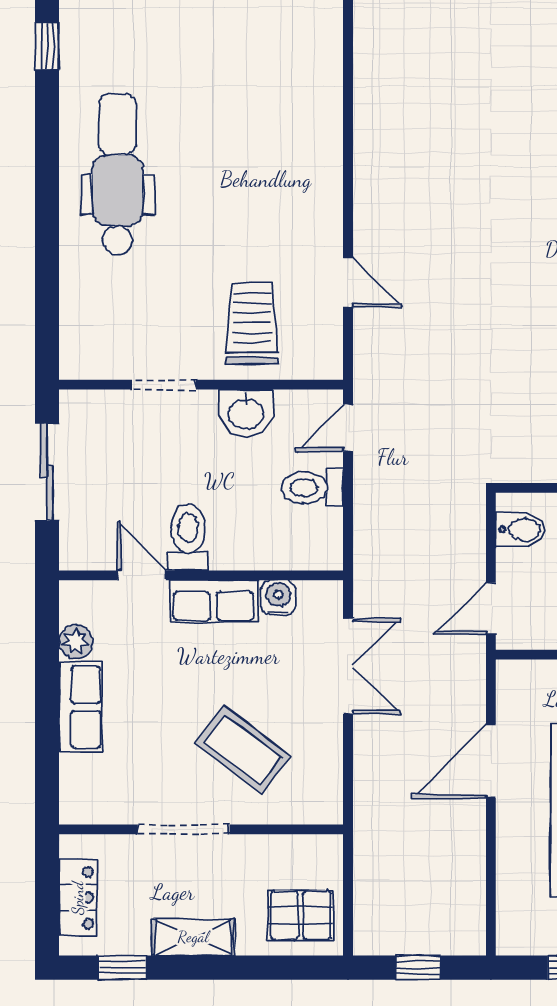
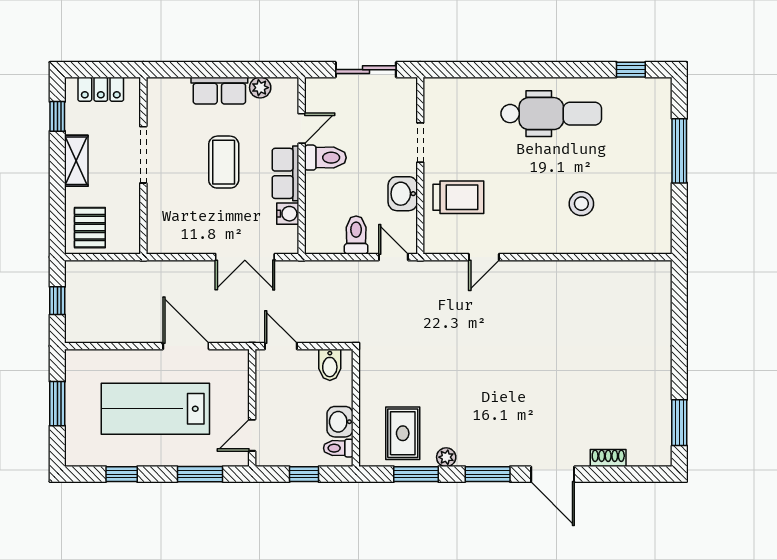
stool: (262, 126) -> (581, 204), added
coffee table: (243, 750) -> (224, 162), moved, turned -37

